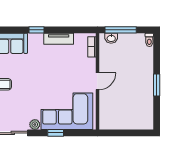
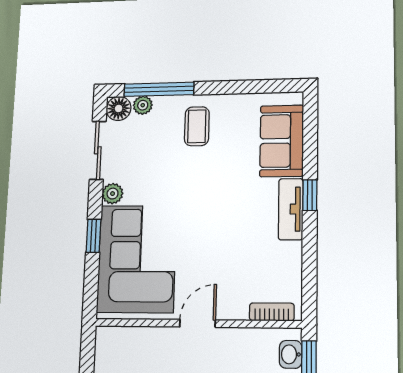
tv unit: (59, 39) -> (291, 209), moved
door: (97, 81) -> (198, 323), swing flipped

